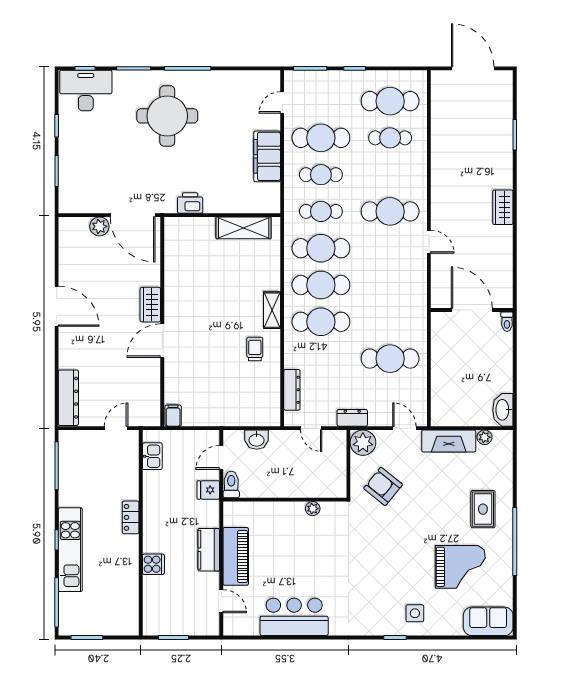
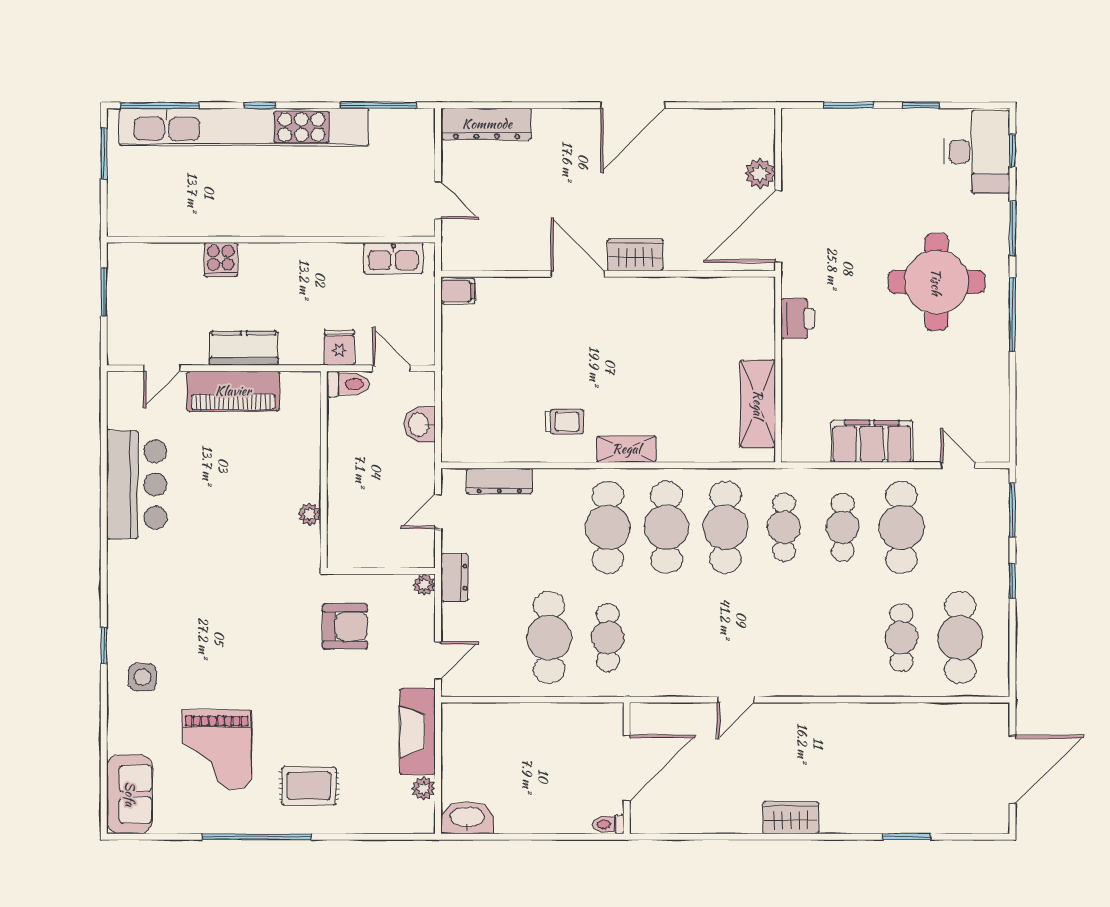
cafe table: (390, 211) -> (608, 638), moved, width x0.73, depth x0.74
plant: (363, 443) -> (424, 585), width x0.53, depth x0.53
kitchen sink: (152, 456) -> (393, 258), width x1.38
armchair: (383, 486) -> (345, 626), turned 51
locker: (131, 517) -> (296, 223), removed
kitchen unit: (70, 550) -> (244, 127), width x1.86

